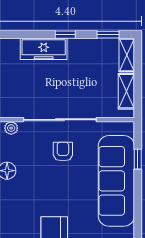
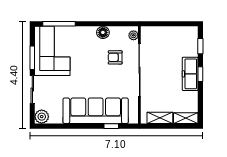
window: (108, 35) -> (200, 46), moved
freezer: (44, 49) -> (190, 74), moved
armchair: (63, 151) -> (115, 57), moved, turned 180

